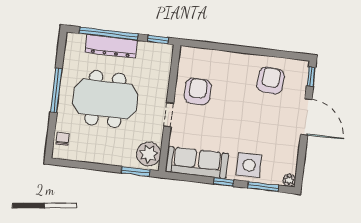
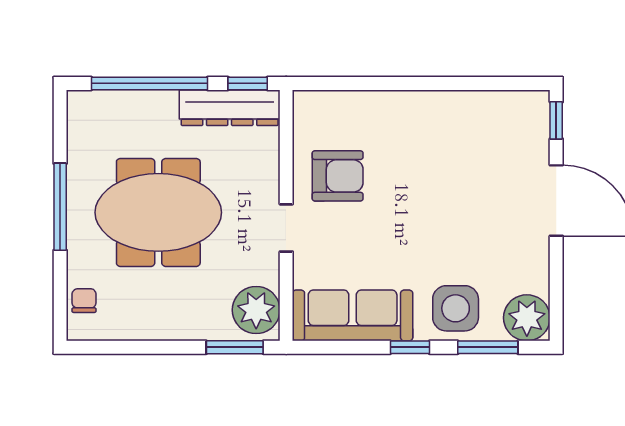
dresser: (111, 46) -> (230, 108), moved
armchair: (271, 81) -> (478, 138), removed
armchair: (198, 91) -> (338, 176), turned 90
plant: (289, 180) -> (527, 318), width x1.88, depth x1.88

